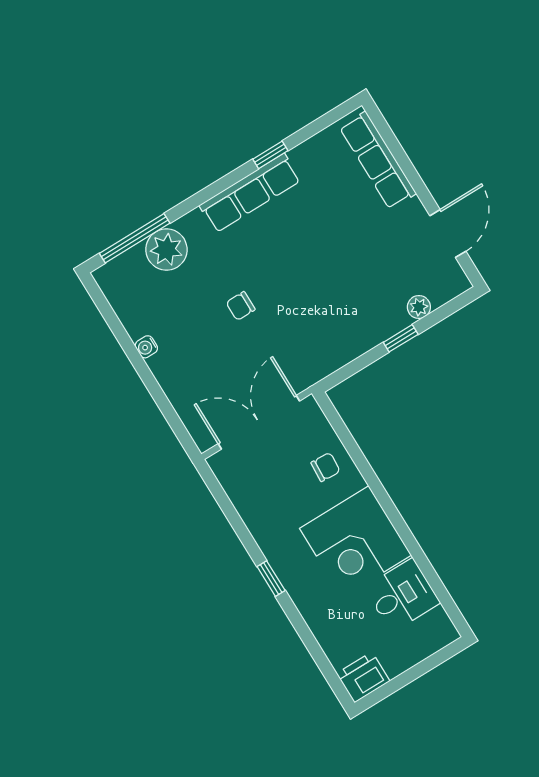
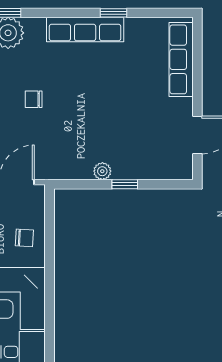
plant: (419, 307) -> (102, 171), moved

